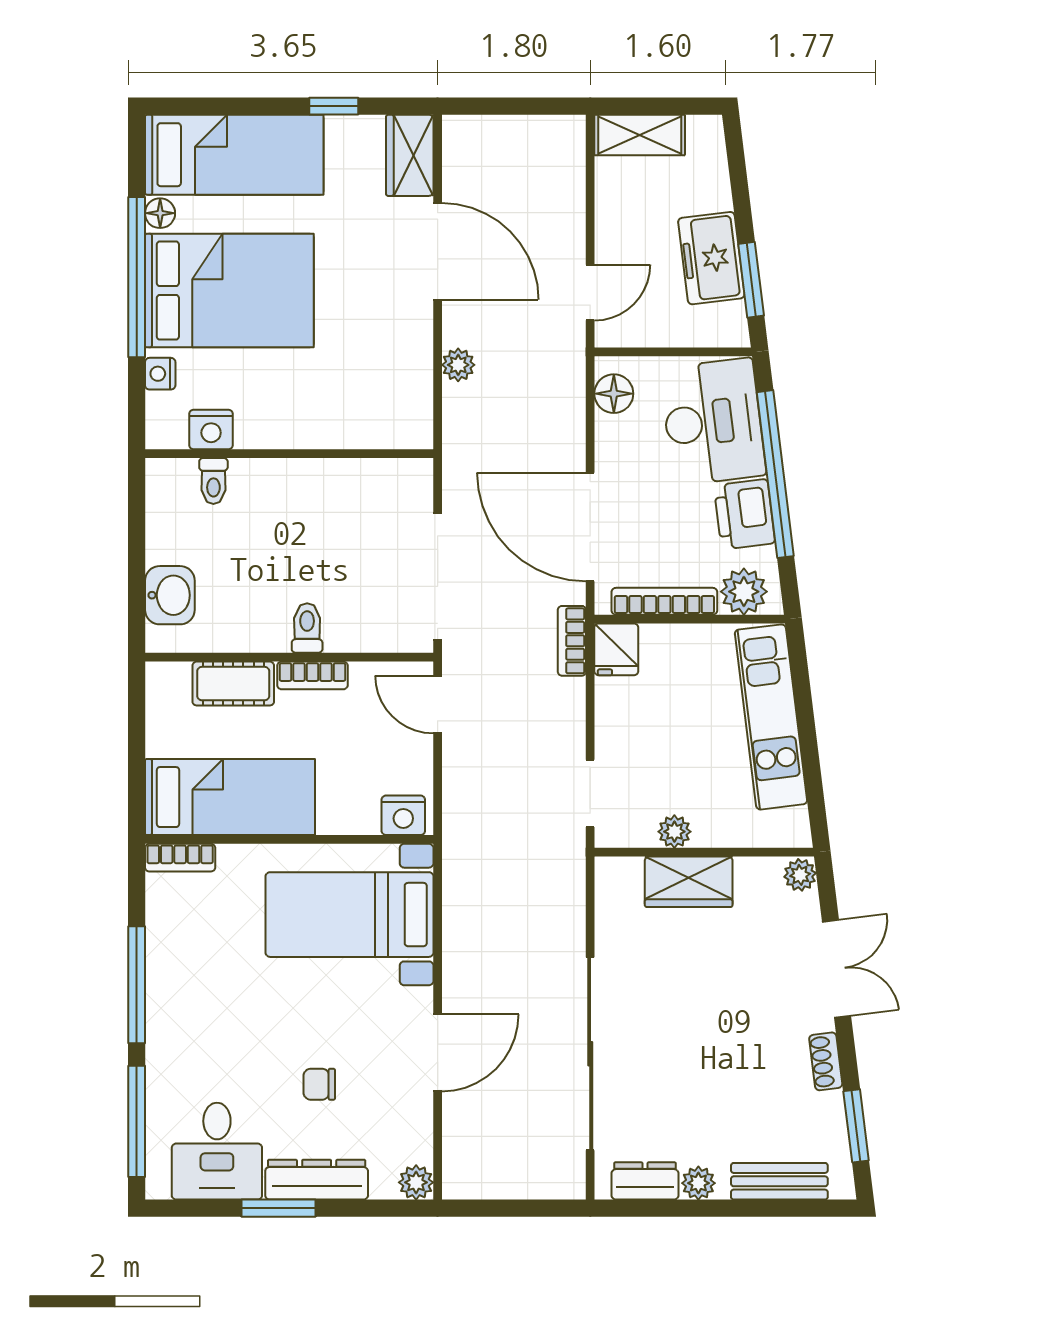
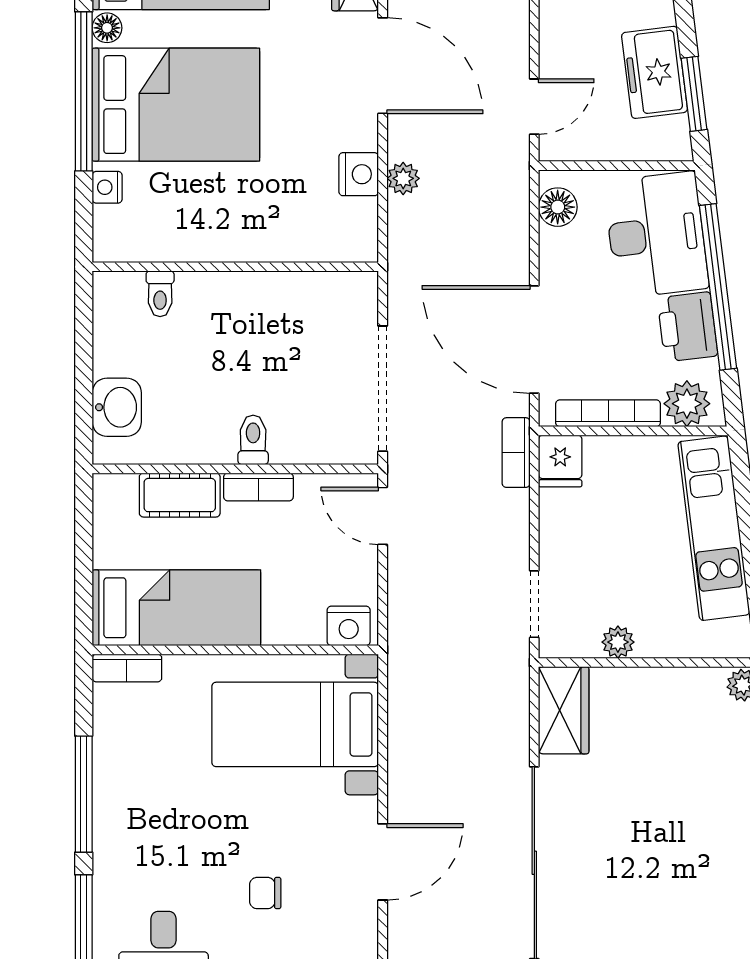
nightstand: (211, 430) -> (359, 174), moved, turned -90
wardrobe: (689, 882) -> (564, 710), moved, turned -90

